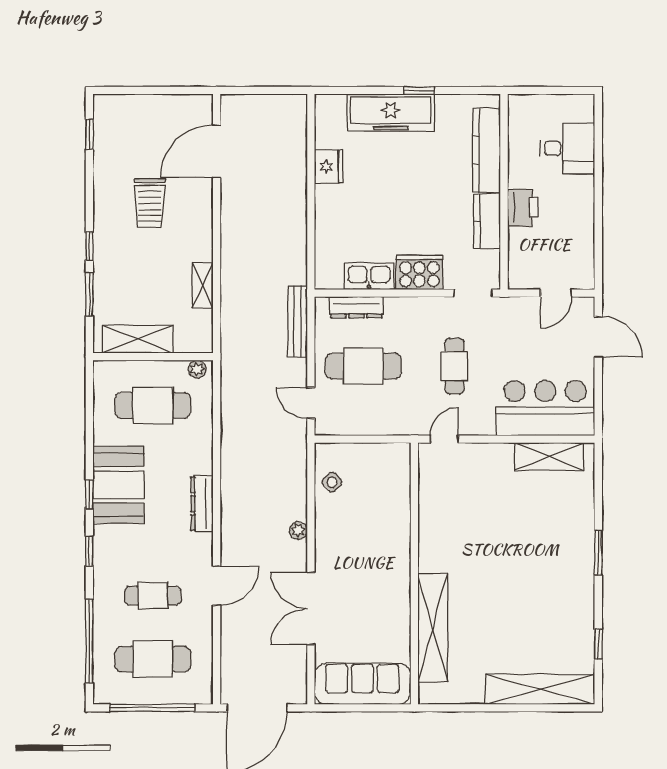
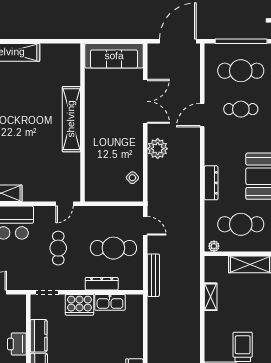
dresser: (356, 307) -> (102, 284), moved
dresser: (202, 504) -> (211, 183), moved
plant: (298, 531) -> (158, 149), width x1.88, depth x1.88
shelving: (433, 628) -> (71, 119), moved

